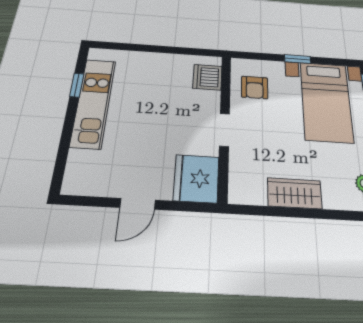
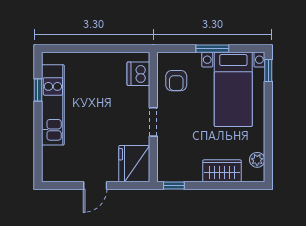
window: (298, 59) -> (212, 49), width x1.50
wardrobe: (294, 193) -> (222, 171), moved
window: (252, 210) -> (174, 185), added

